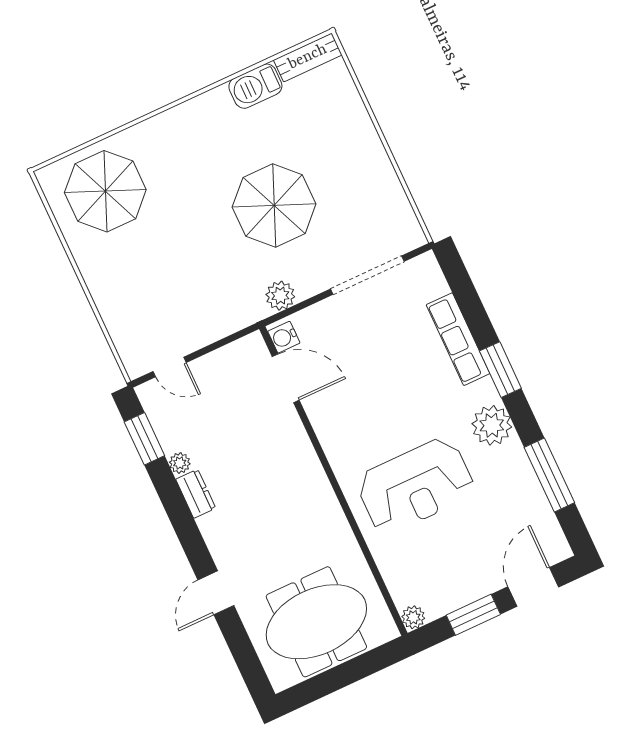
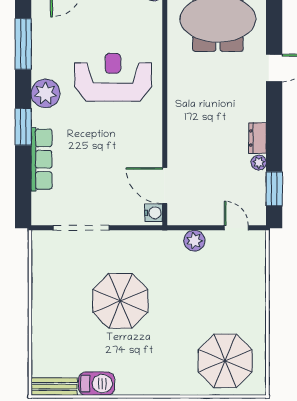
plant: (280, 296) -> (194, 241), moved

